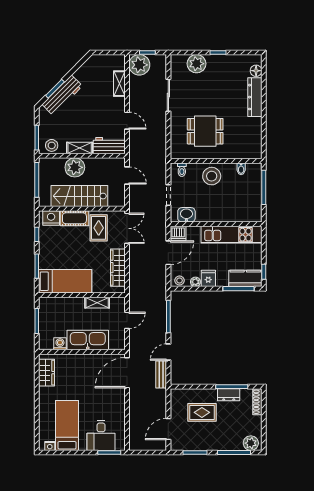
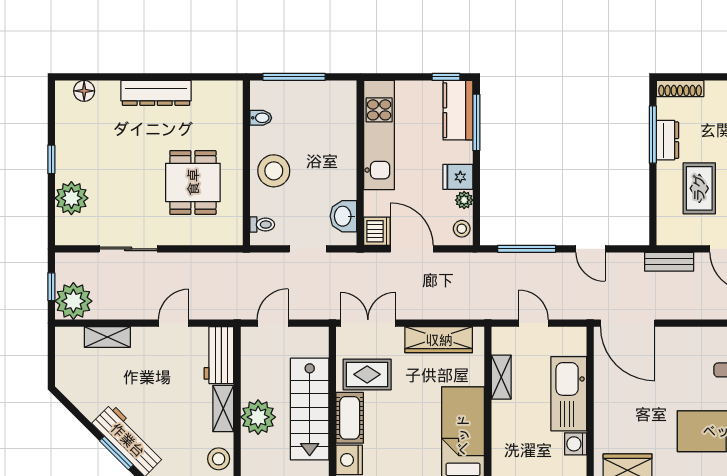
dresser: (255, 97) -> (156, 93), moved
bench: (161, 375) -> (669, 262), moved

